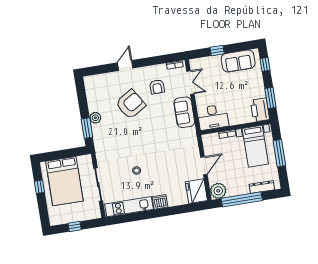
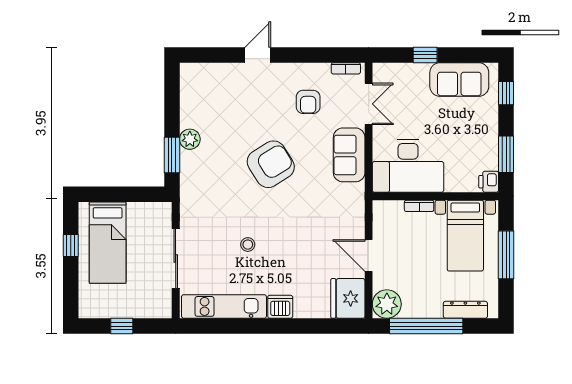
armchair: (131, 104) -> (271, 164), moved
printer: (260, 110) -> (489, 182), width x0.53, depth x0.68
desk: (213, 117) -> (408, 166), width x1.36, depth x1.30
door: (204, 166) -> (369, 255), swing flipped
bed: (64, 181) -> (108, 243), width x0.67

